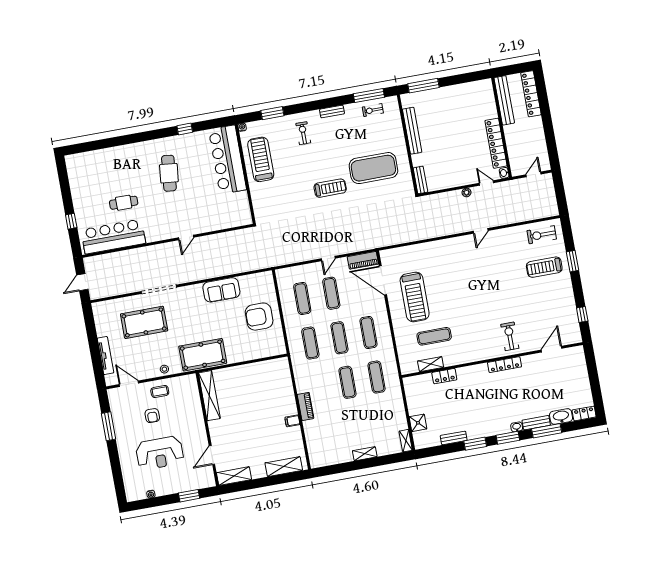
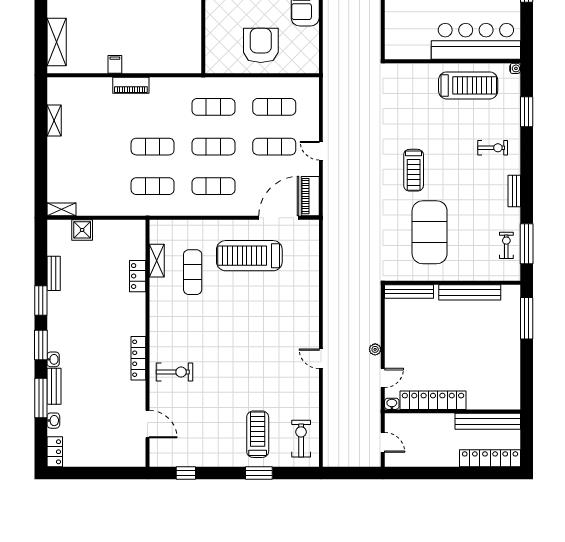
bench: (420, 180) -> (409, 292), width x1.36
washbasin: (561, 417) -> (53, 421), width x0.52, depth x0.69
shelving: (365, 454) -> (54, 121), moved

